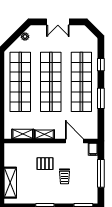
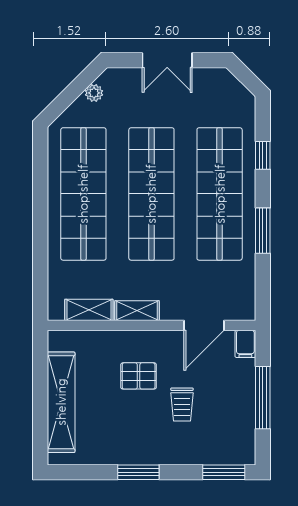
door: (74, 141) -> (204, 325), swing flipped
shelving: (10, 183) -> (61, 402), width x1.47

